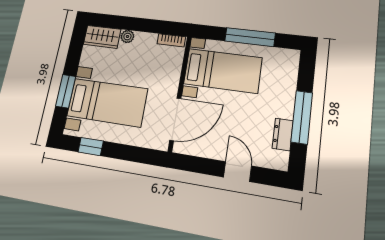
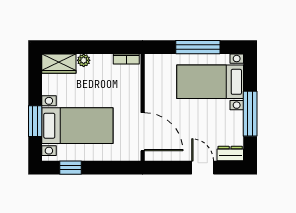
bed with nightstands: (223, 71) -> (210, 82), moved, turned 180
door: (175, 119) -> (143, 132), hinge flipped
dresser: (283, 134) -> (230, 154), moved, turned 90

